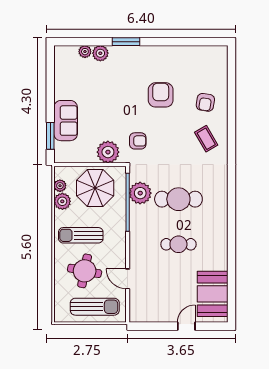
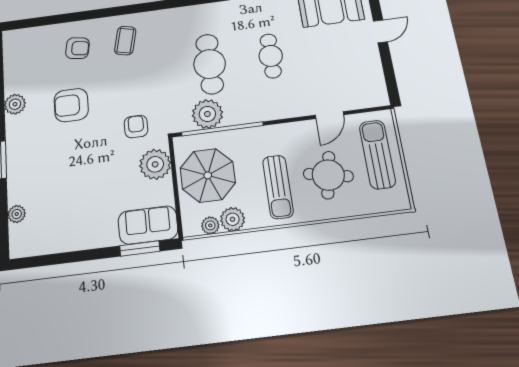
plant: (100, 53) -> (15, 104), moved
sofa: (66, 121) -> (148, 225), moved
coffee table: (206, 139) -> (125, 41), turned -47
door: (186, 326) -> (380, 31), swing flipped

